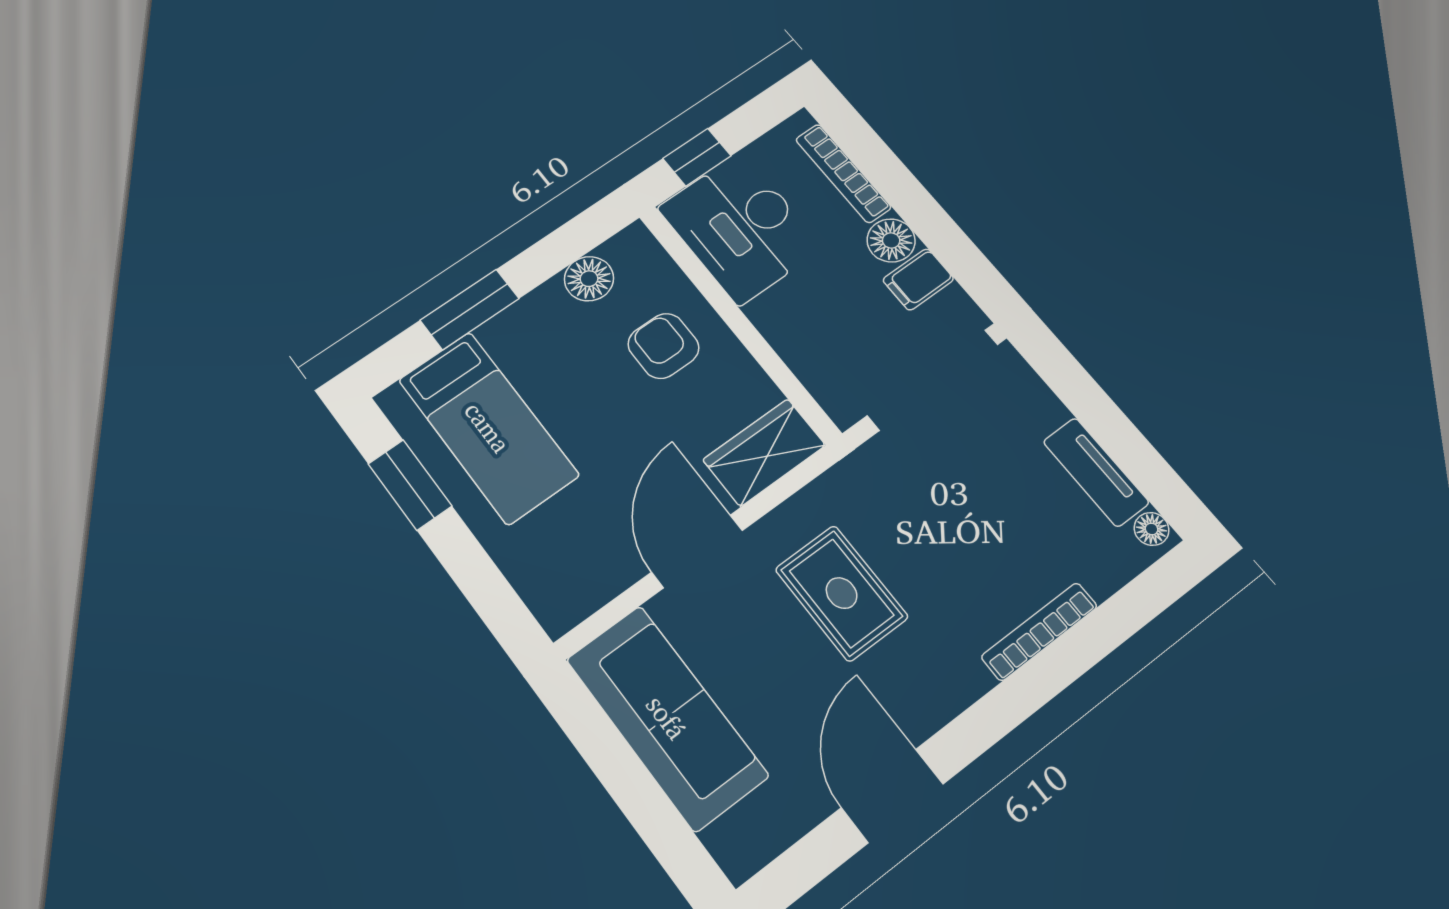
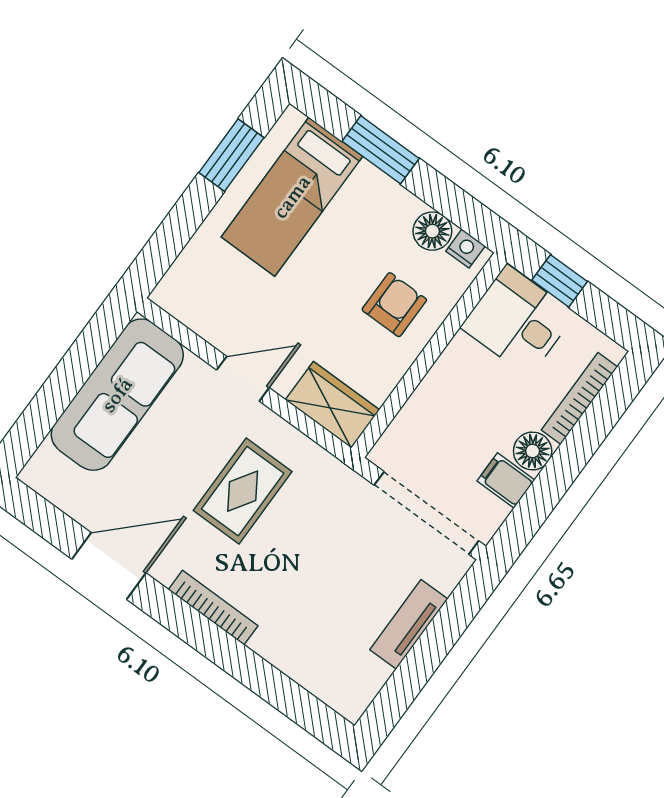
desk: (740, 228) -> (518, 321), width x0.73
nightstand: (623, 248) -> (465, 249), added
tv unit: (1096, 472) -> (409, 624), moved
floor lamp: (1152, 529) -> (357, 702), removed
door: (697, 551) -> (243, 379), width x0.73
bookcase: (1039, 632) -> (213, 608), moved

